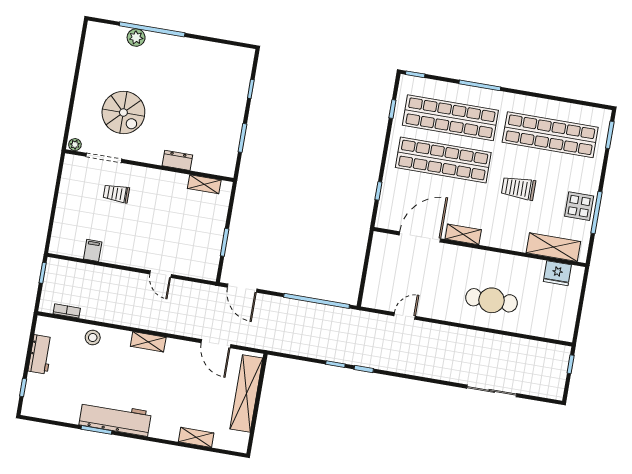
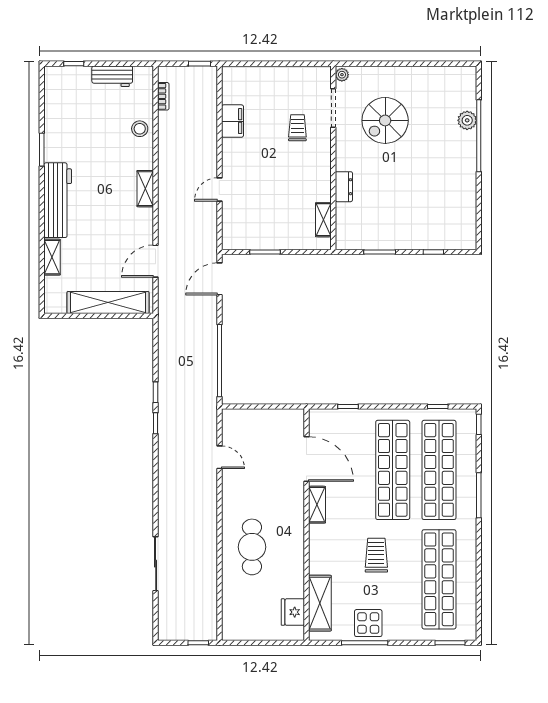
filing cabinet: (93, 250) -> (233, 121), width x2.00
workbench: (115, 418) -> (58, 200), moved

